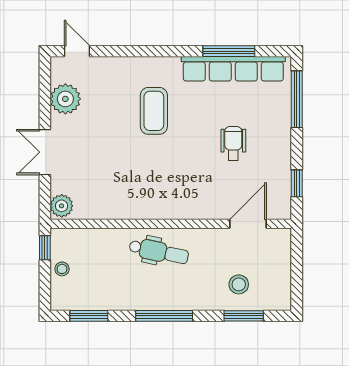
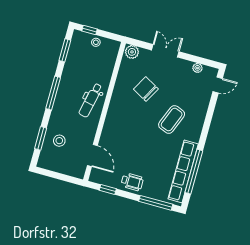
window: (229, 51) -> (194, 172), width x1.46
plant: (65, 99) -> (197, 68), width x0.53, depth x0.53
coffee table: (154, 111) -> (172, 119), turned -68
wheelchair: (233, 143) -> (132, 182), moved
chair: (116, 166) -> (146, 89), added
window: (45, 248) -> (89, 30), moved

